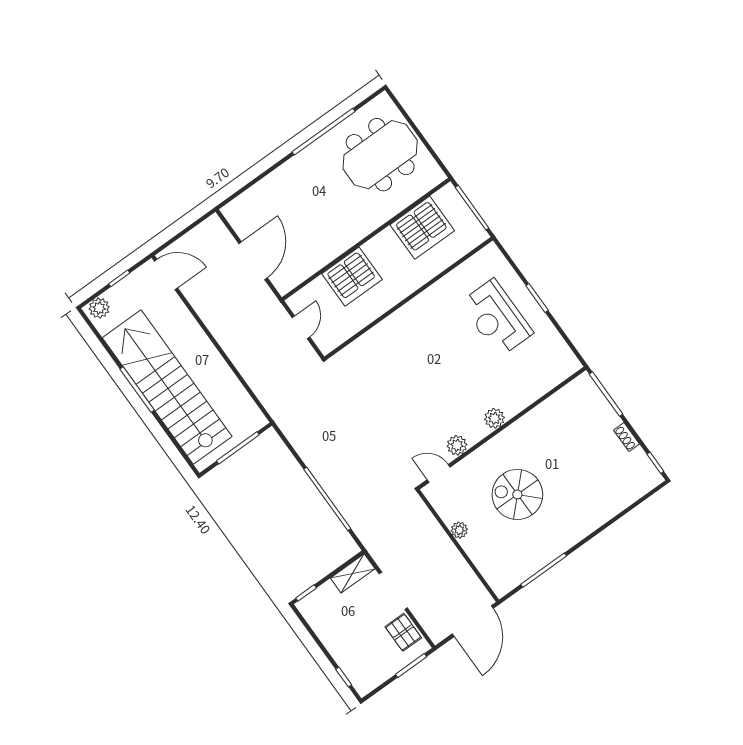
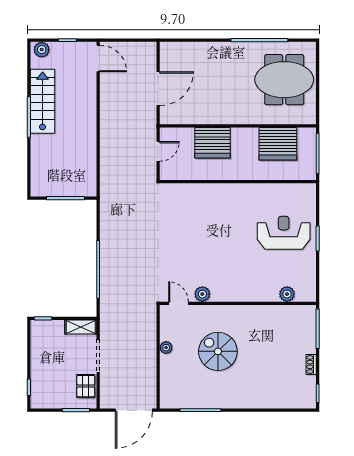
reception desk: (497, 318) -> (284, 233), turned 90
stairs: (167, 387) -> (43, 101), width x0.54, depth x0.66
plant: (494, 418) -> (287, 294), moved

